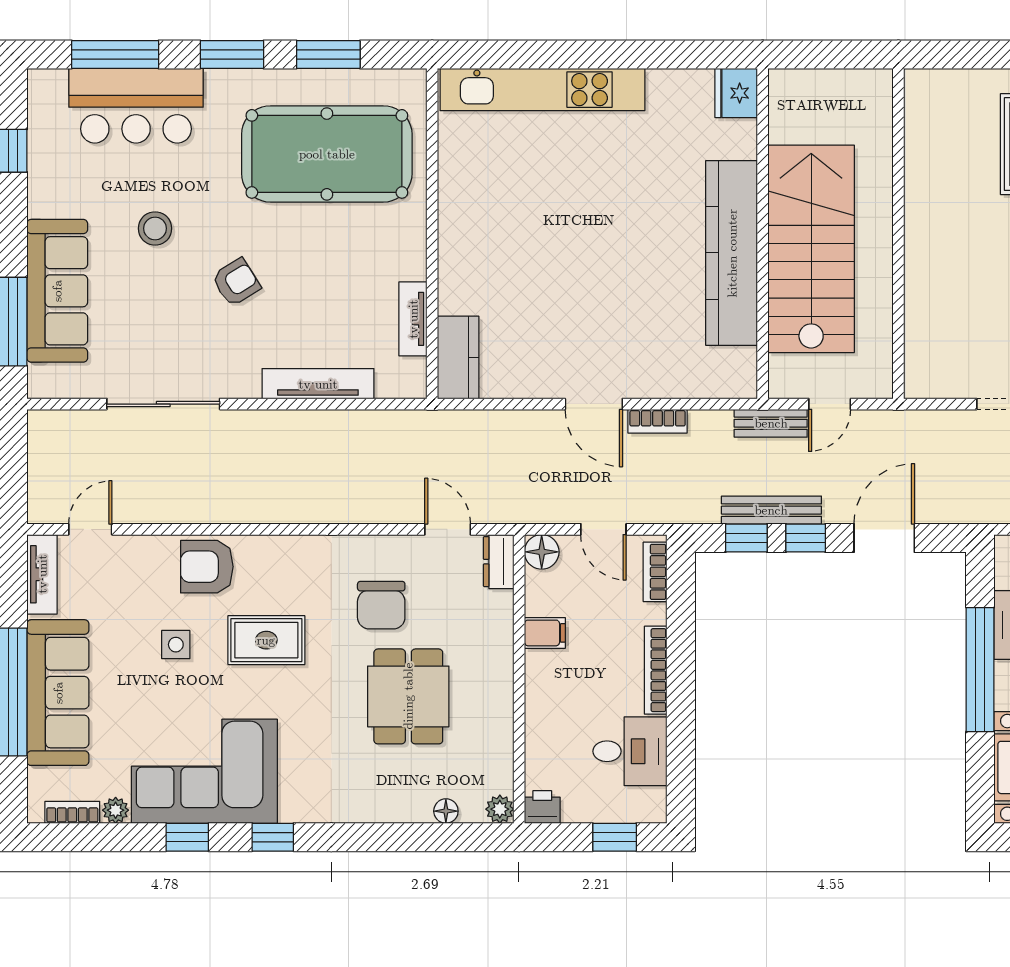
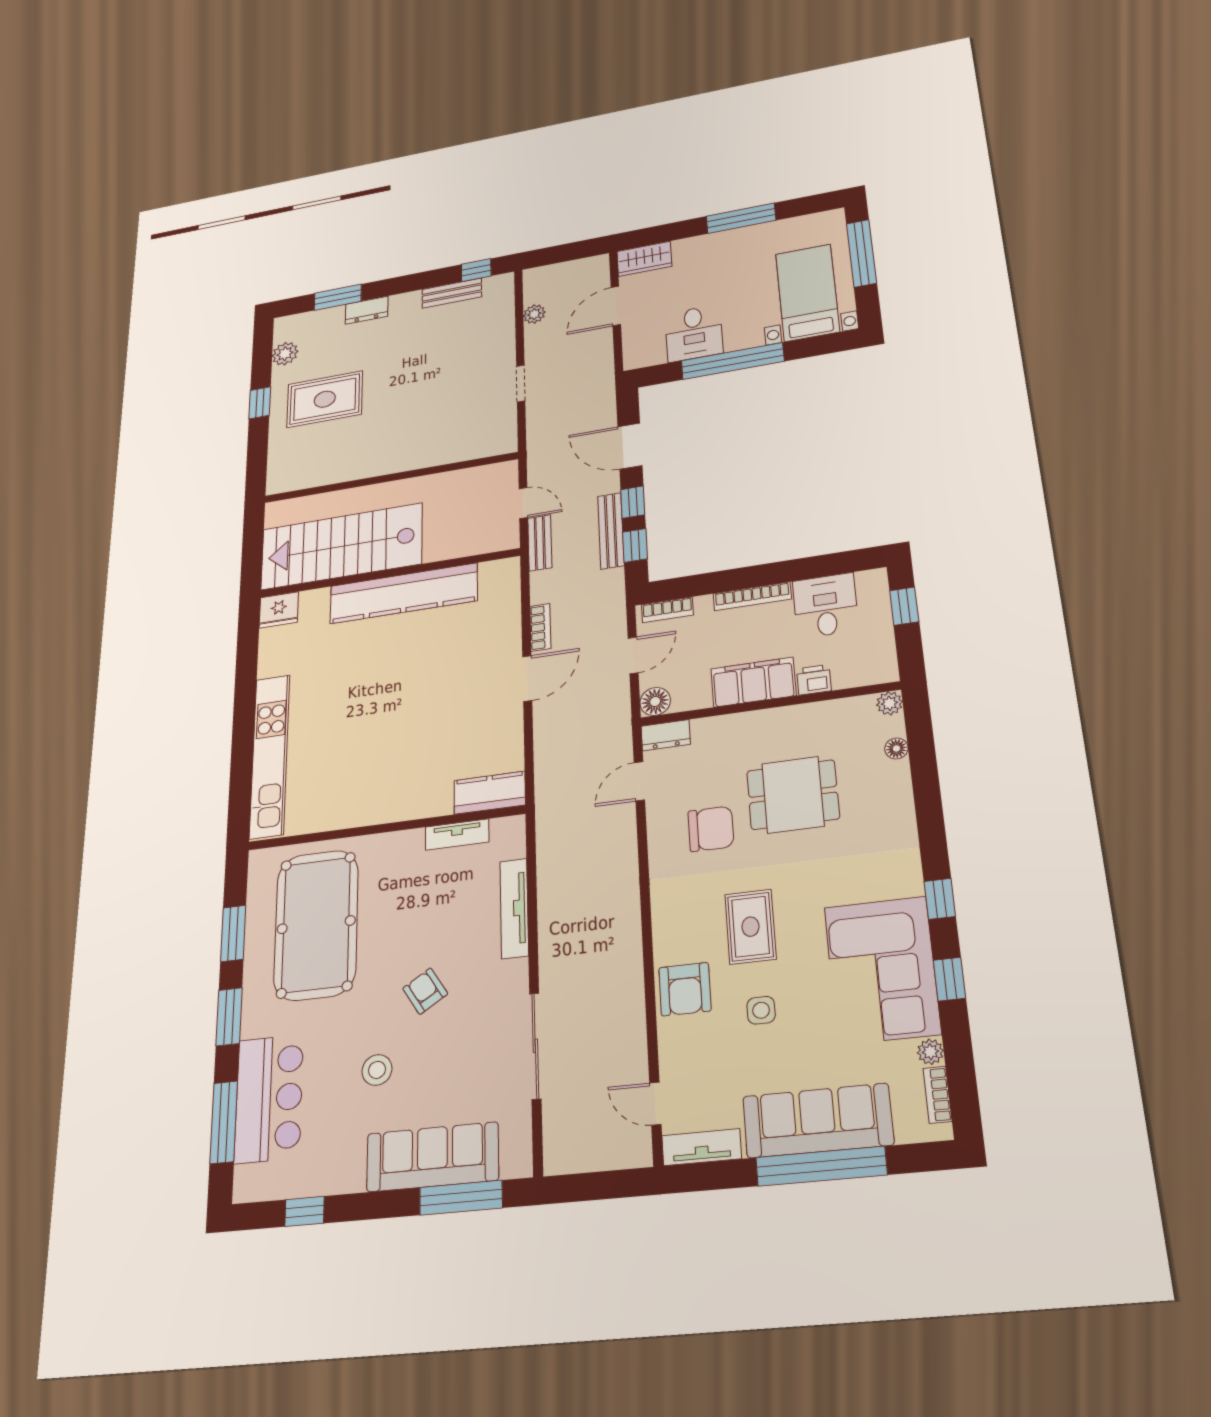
stairs: (811, 249) -> (341, 547), moved
filing cabinet: (545, 633) -> (753, 682), width x3.00, depth x1.17
printer: (542, 807) -> (814, 680), moved, turned 90

